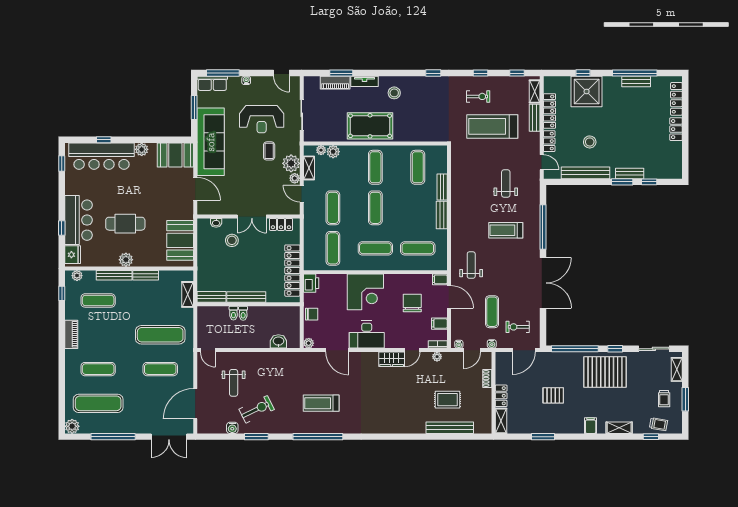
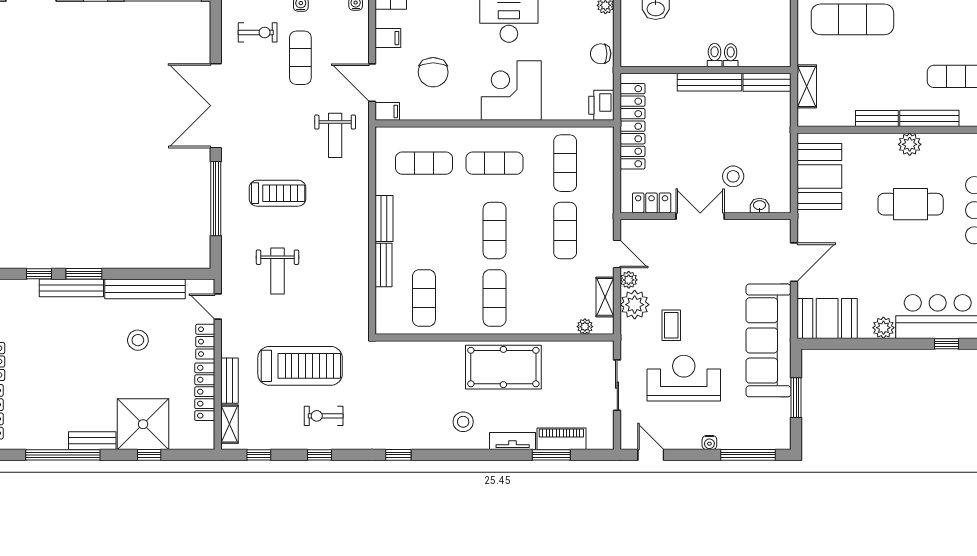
bench: (636, 82) -> (92, 441), moved
row of seats: (212, 83) -> (766, 438), removed
plant: (333, 152) -> (565, 324), removed
bench: (630, 173) -> (71, 288), width x1.36
door: (195, 189) -> (794, 262), swing flipped

